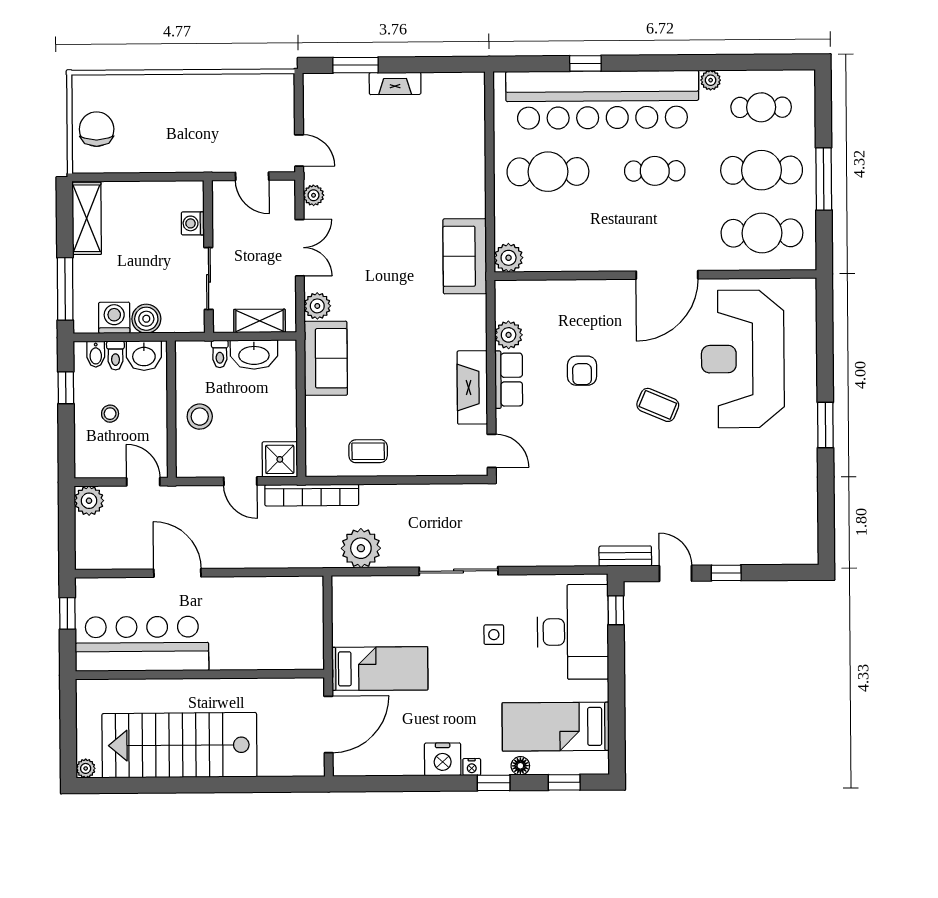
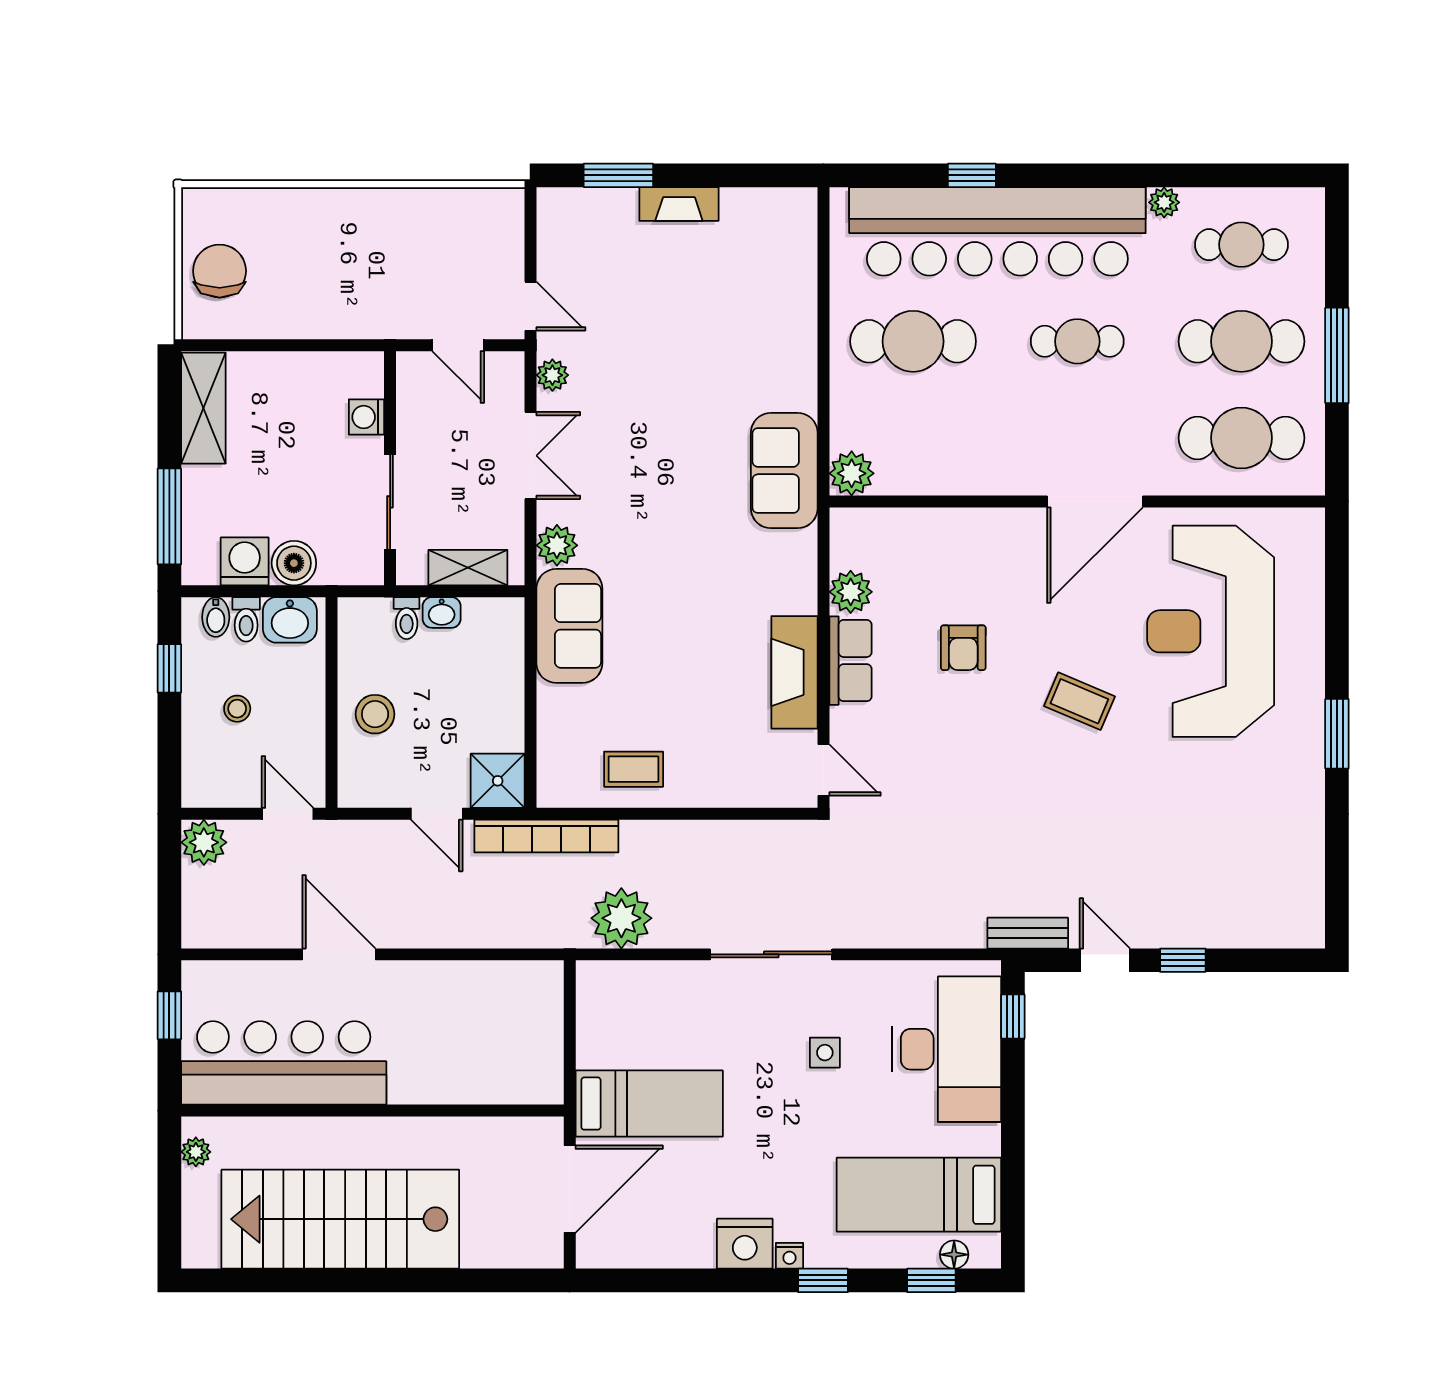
washbasin: (254, 355) -> (442, 612), width x0.52, depth x0.69
floor lamp: (520, 766) -> (954, 1255), moved
plant: (86, 768) -> (196, 1152), moved

